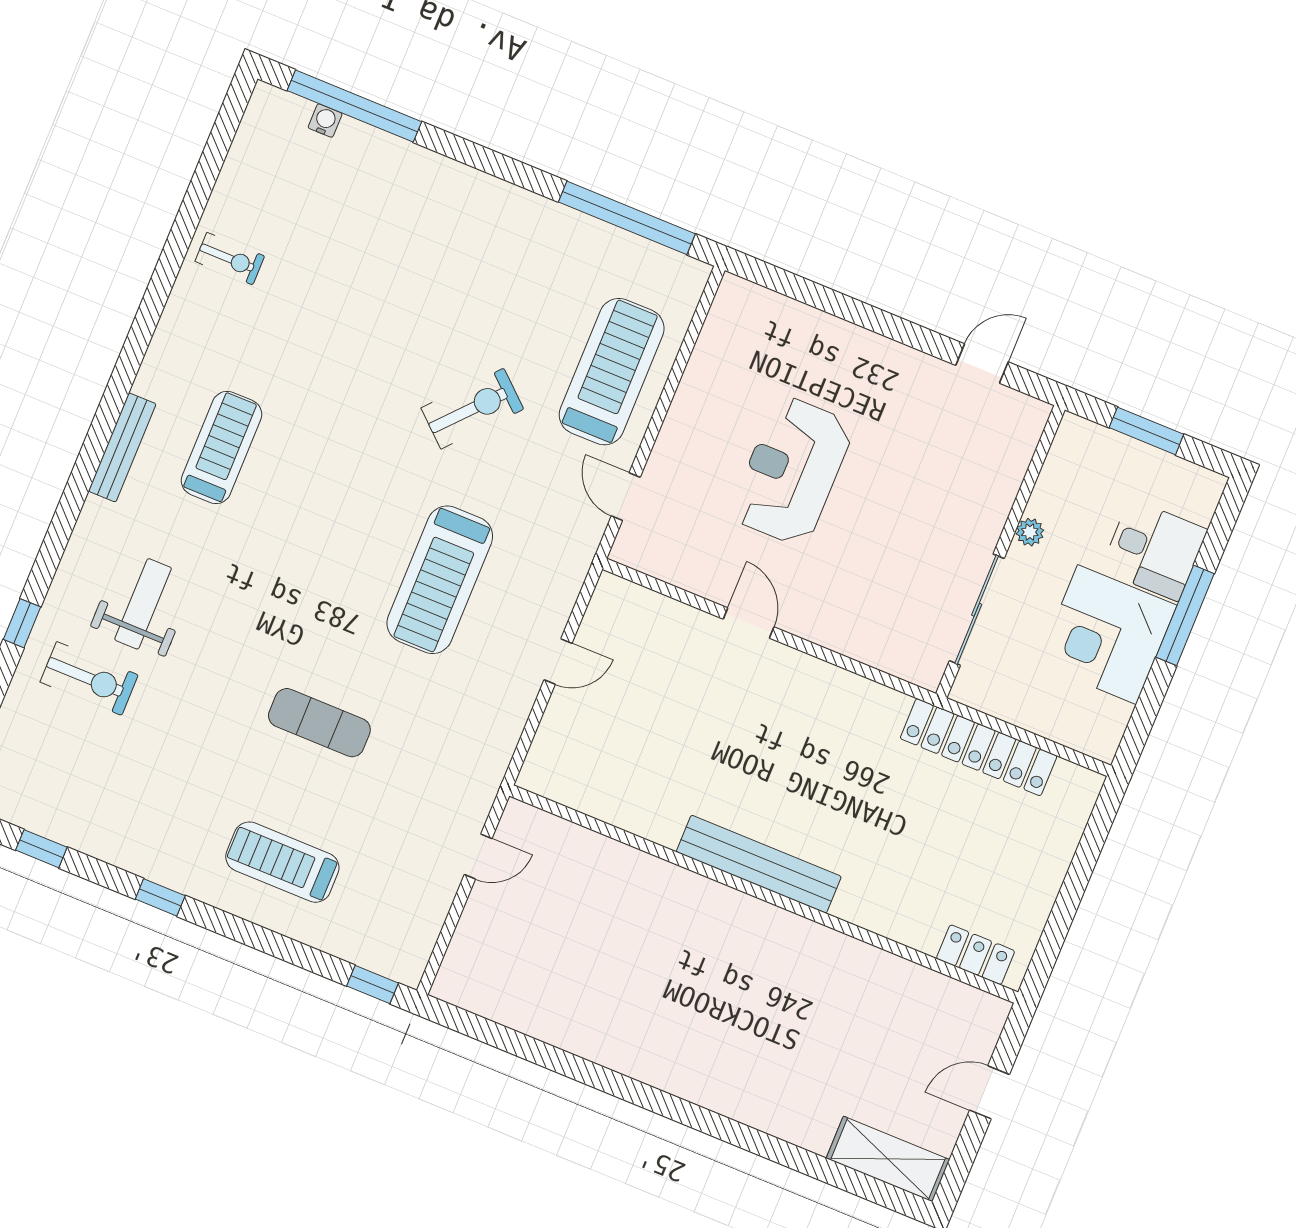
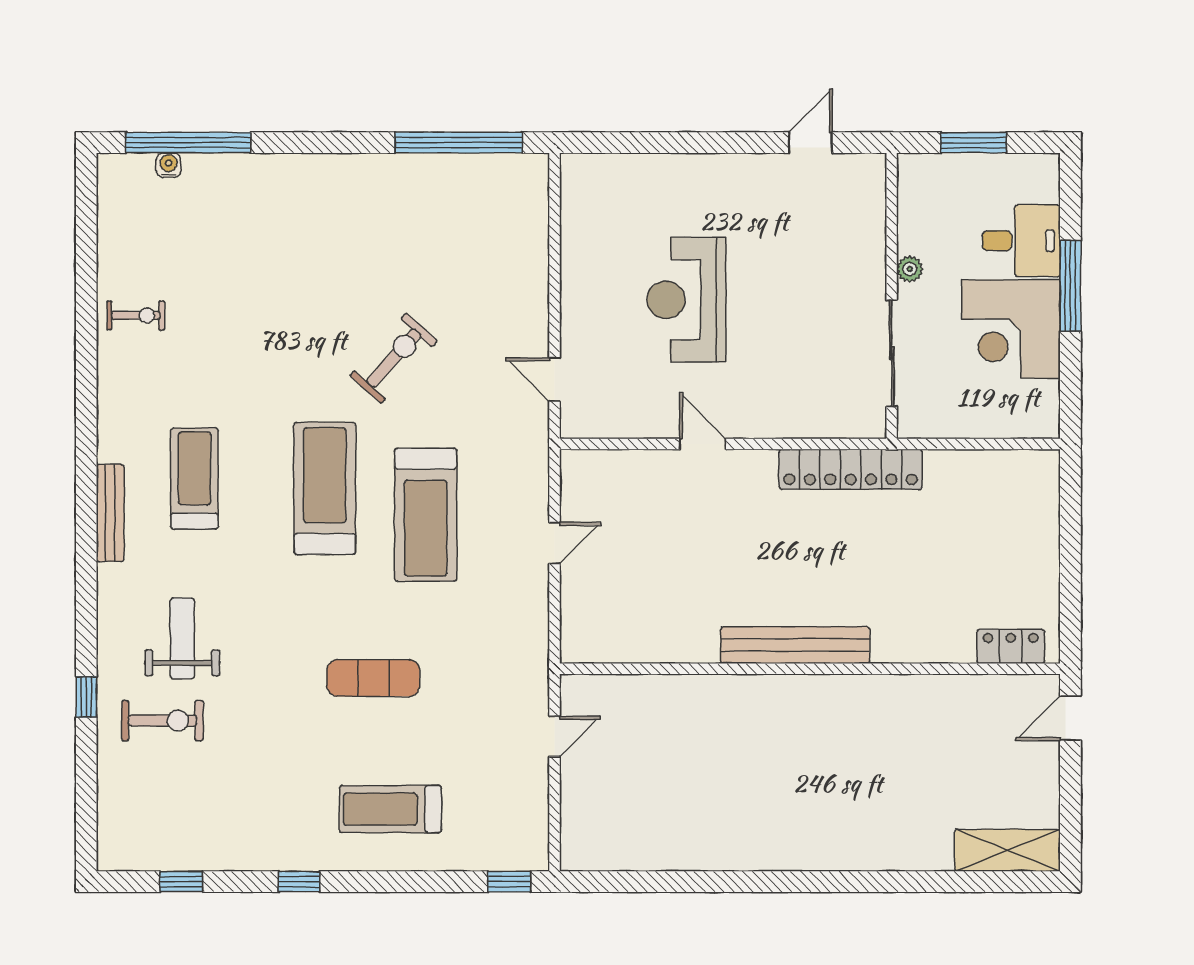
treadmill: (612, 372) -> (325, 488), moved
locker: (979, 747) -> (851, 469), moved
door: (989, 1092) -> (1070, 718), moved

